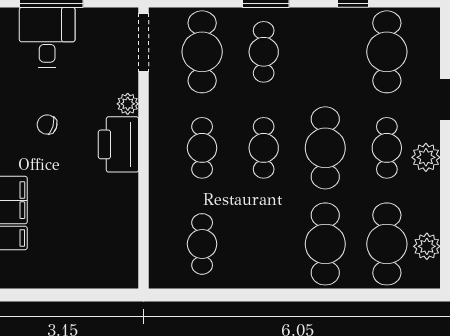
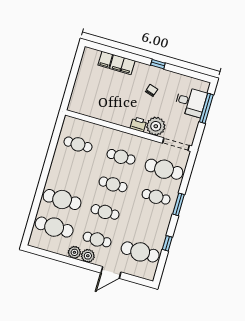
plant: (128, 104) -> (156, 126), width x1.88, depth x1.88
printer: (118, 144) -> (138, 124), width x0.53, depth x0.68
cafe table: (325, 148) -> (105, 212), width x0.73, depth x0.74
plant: (427, 246) -> (74, 252), moved

